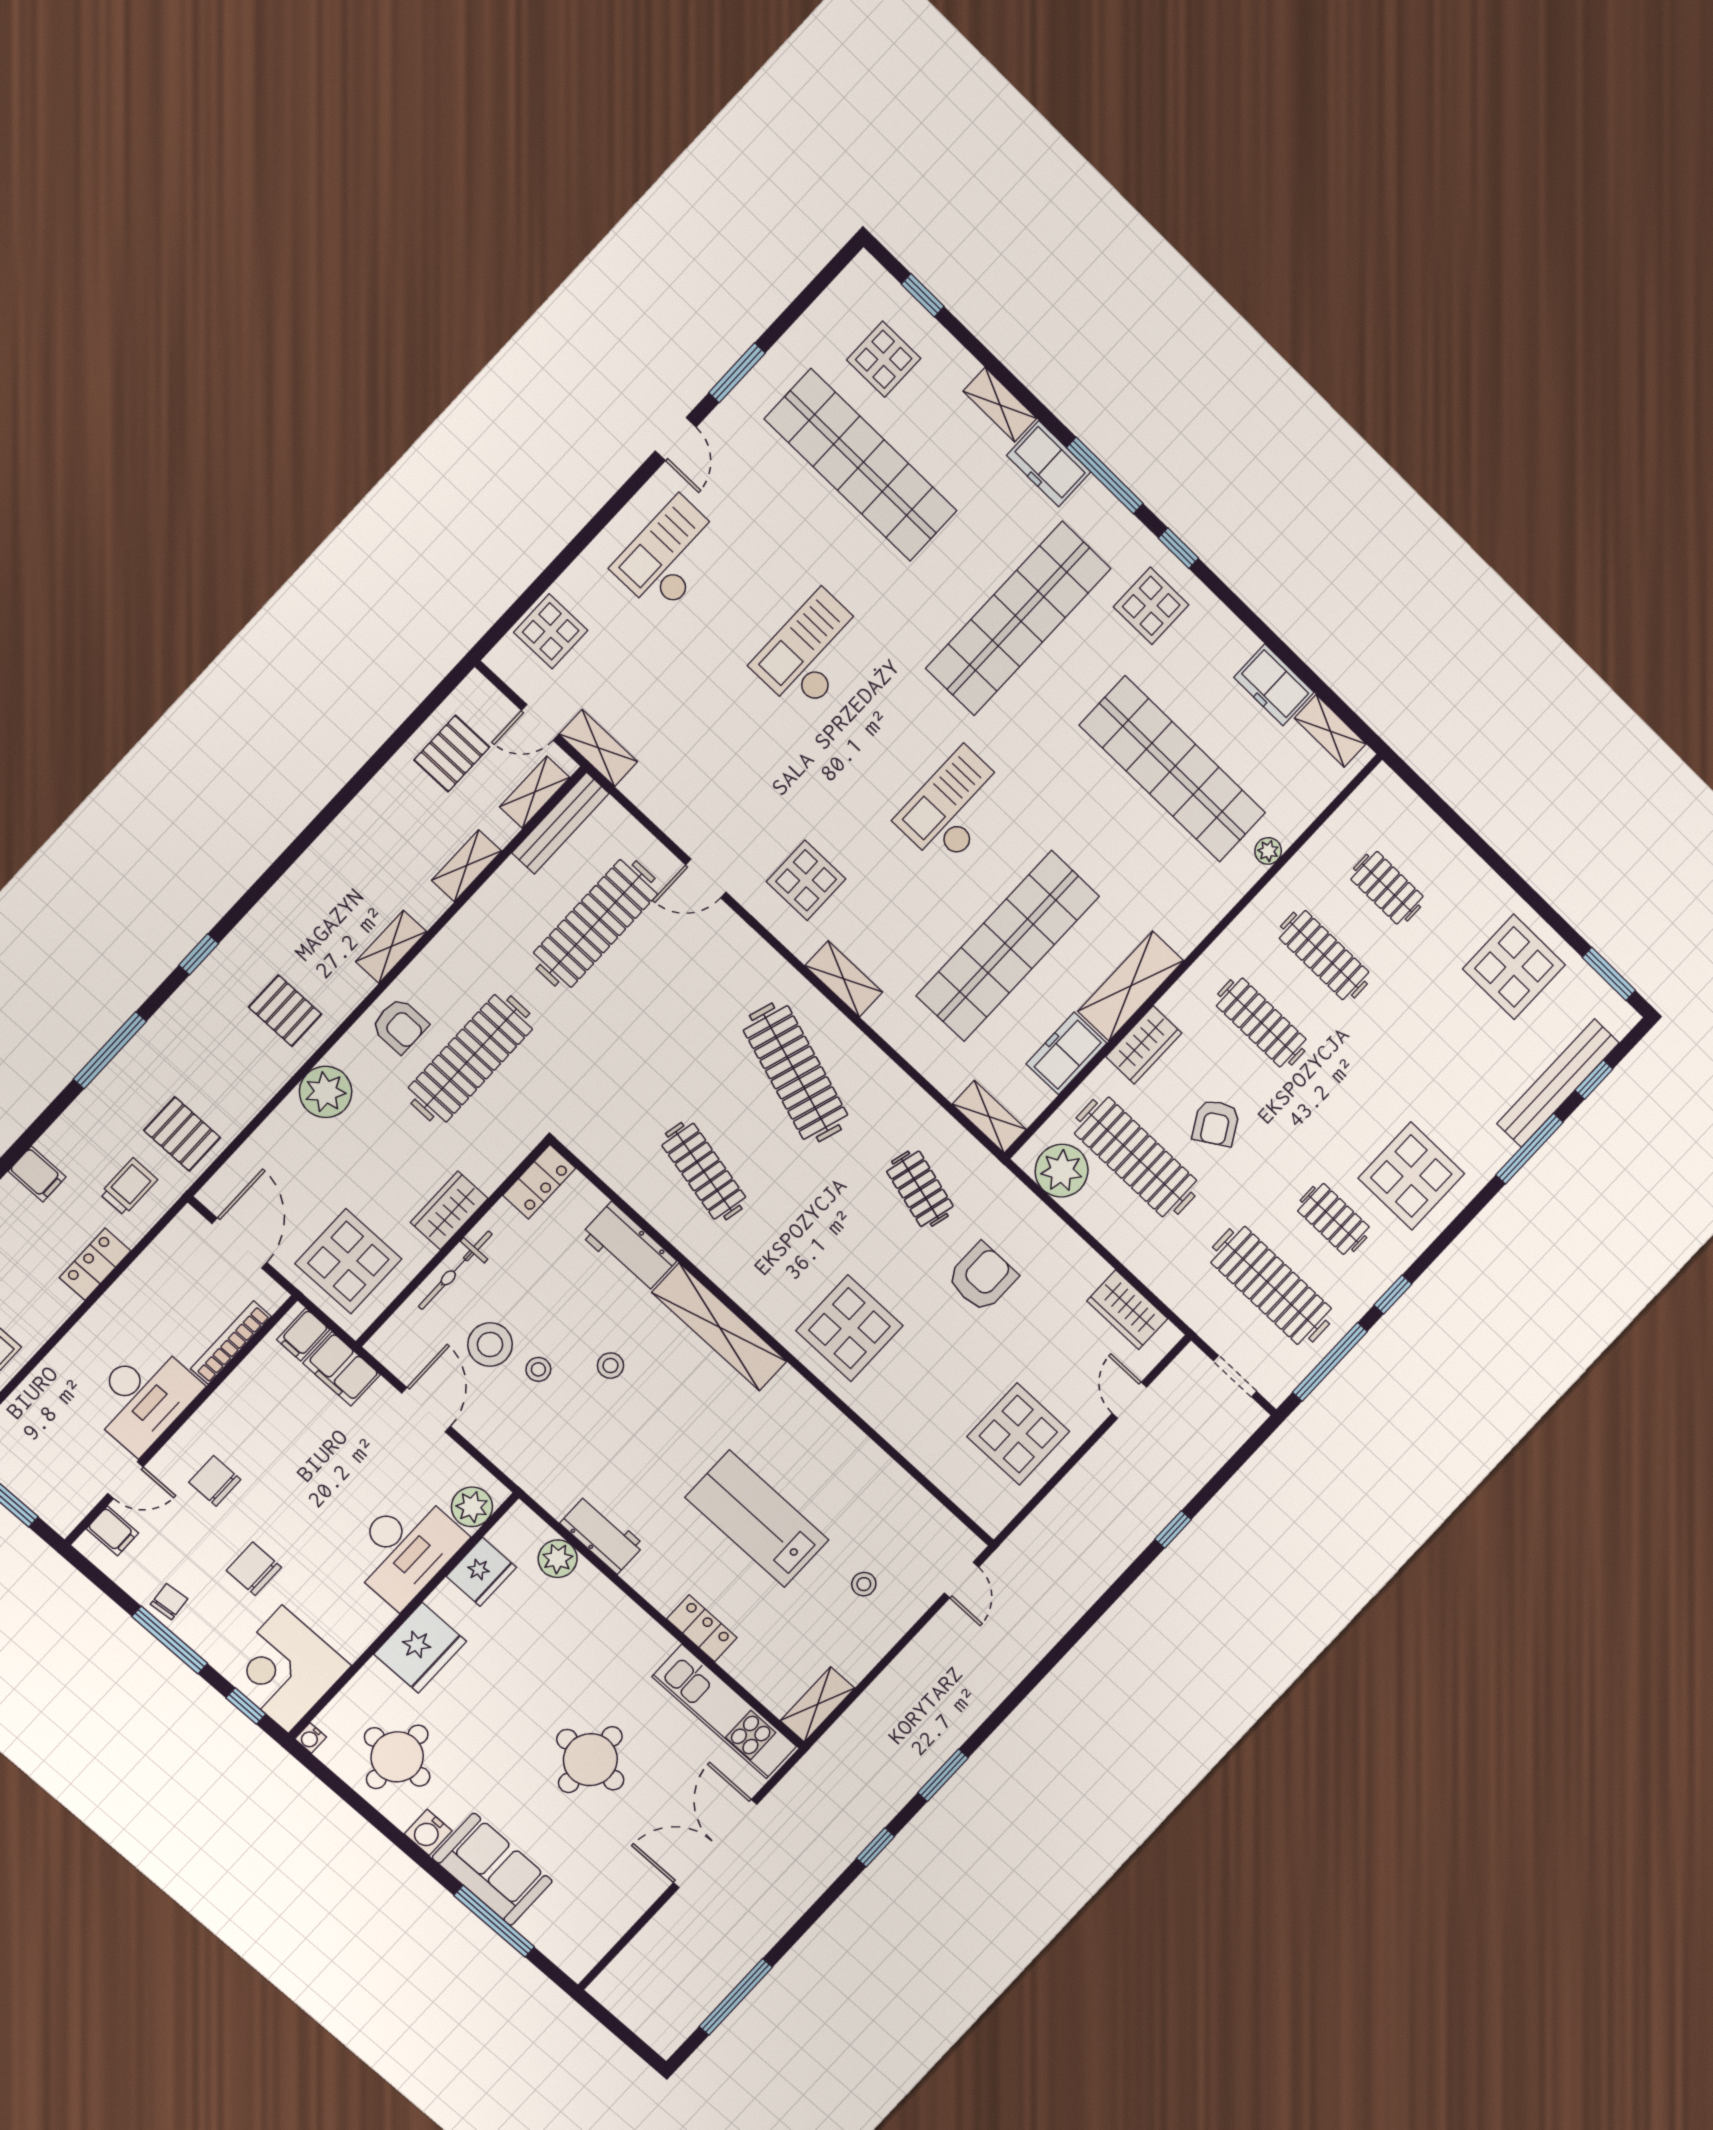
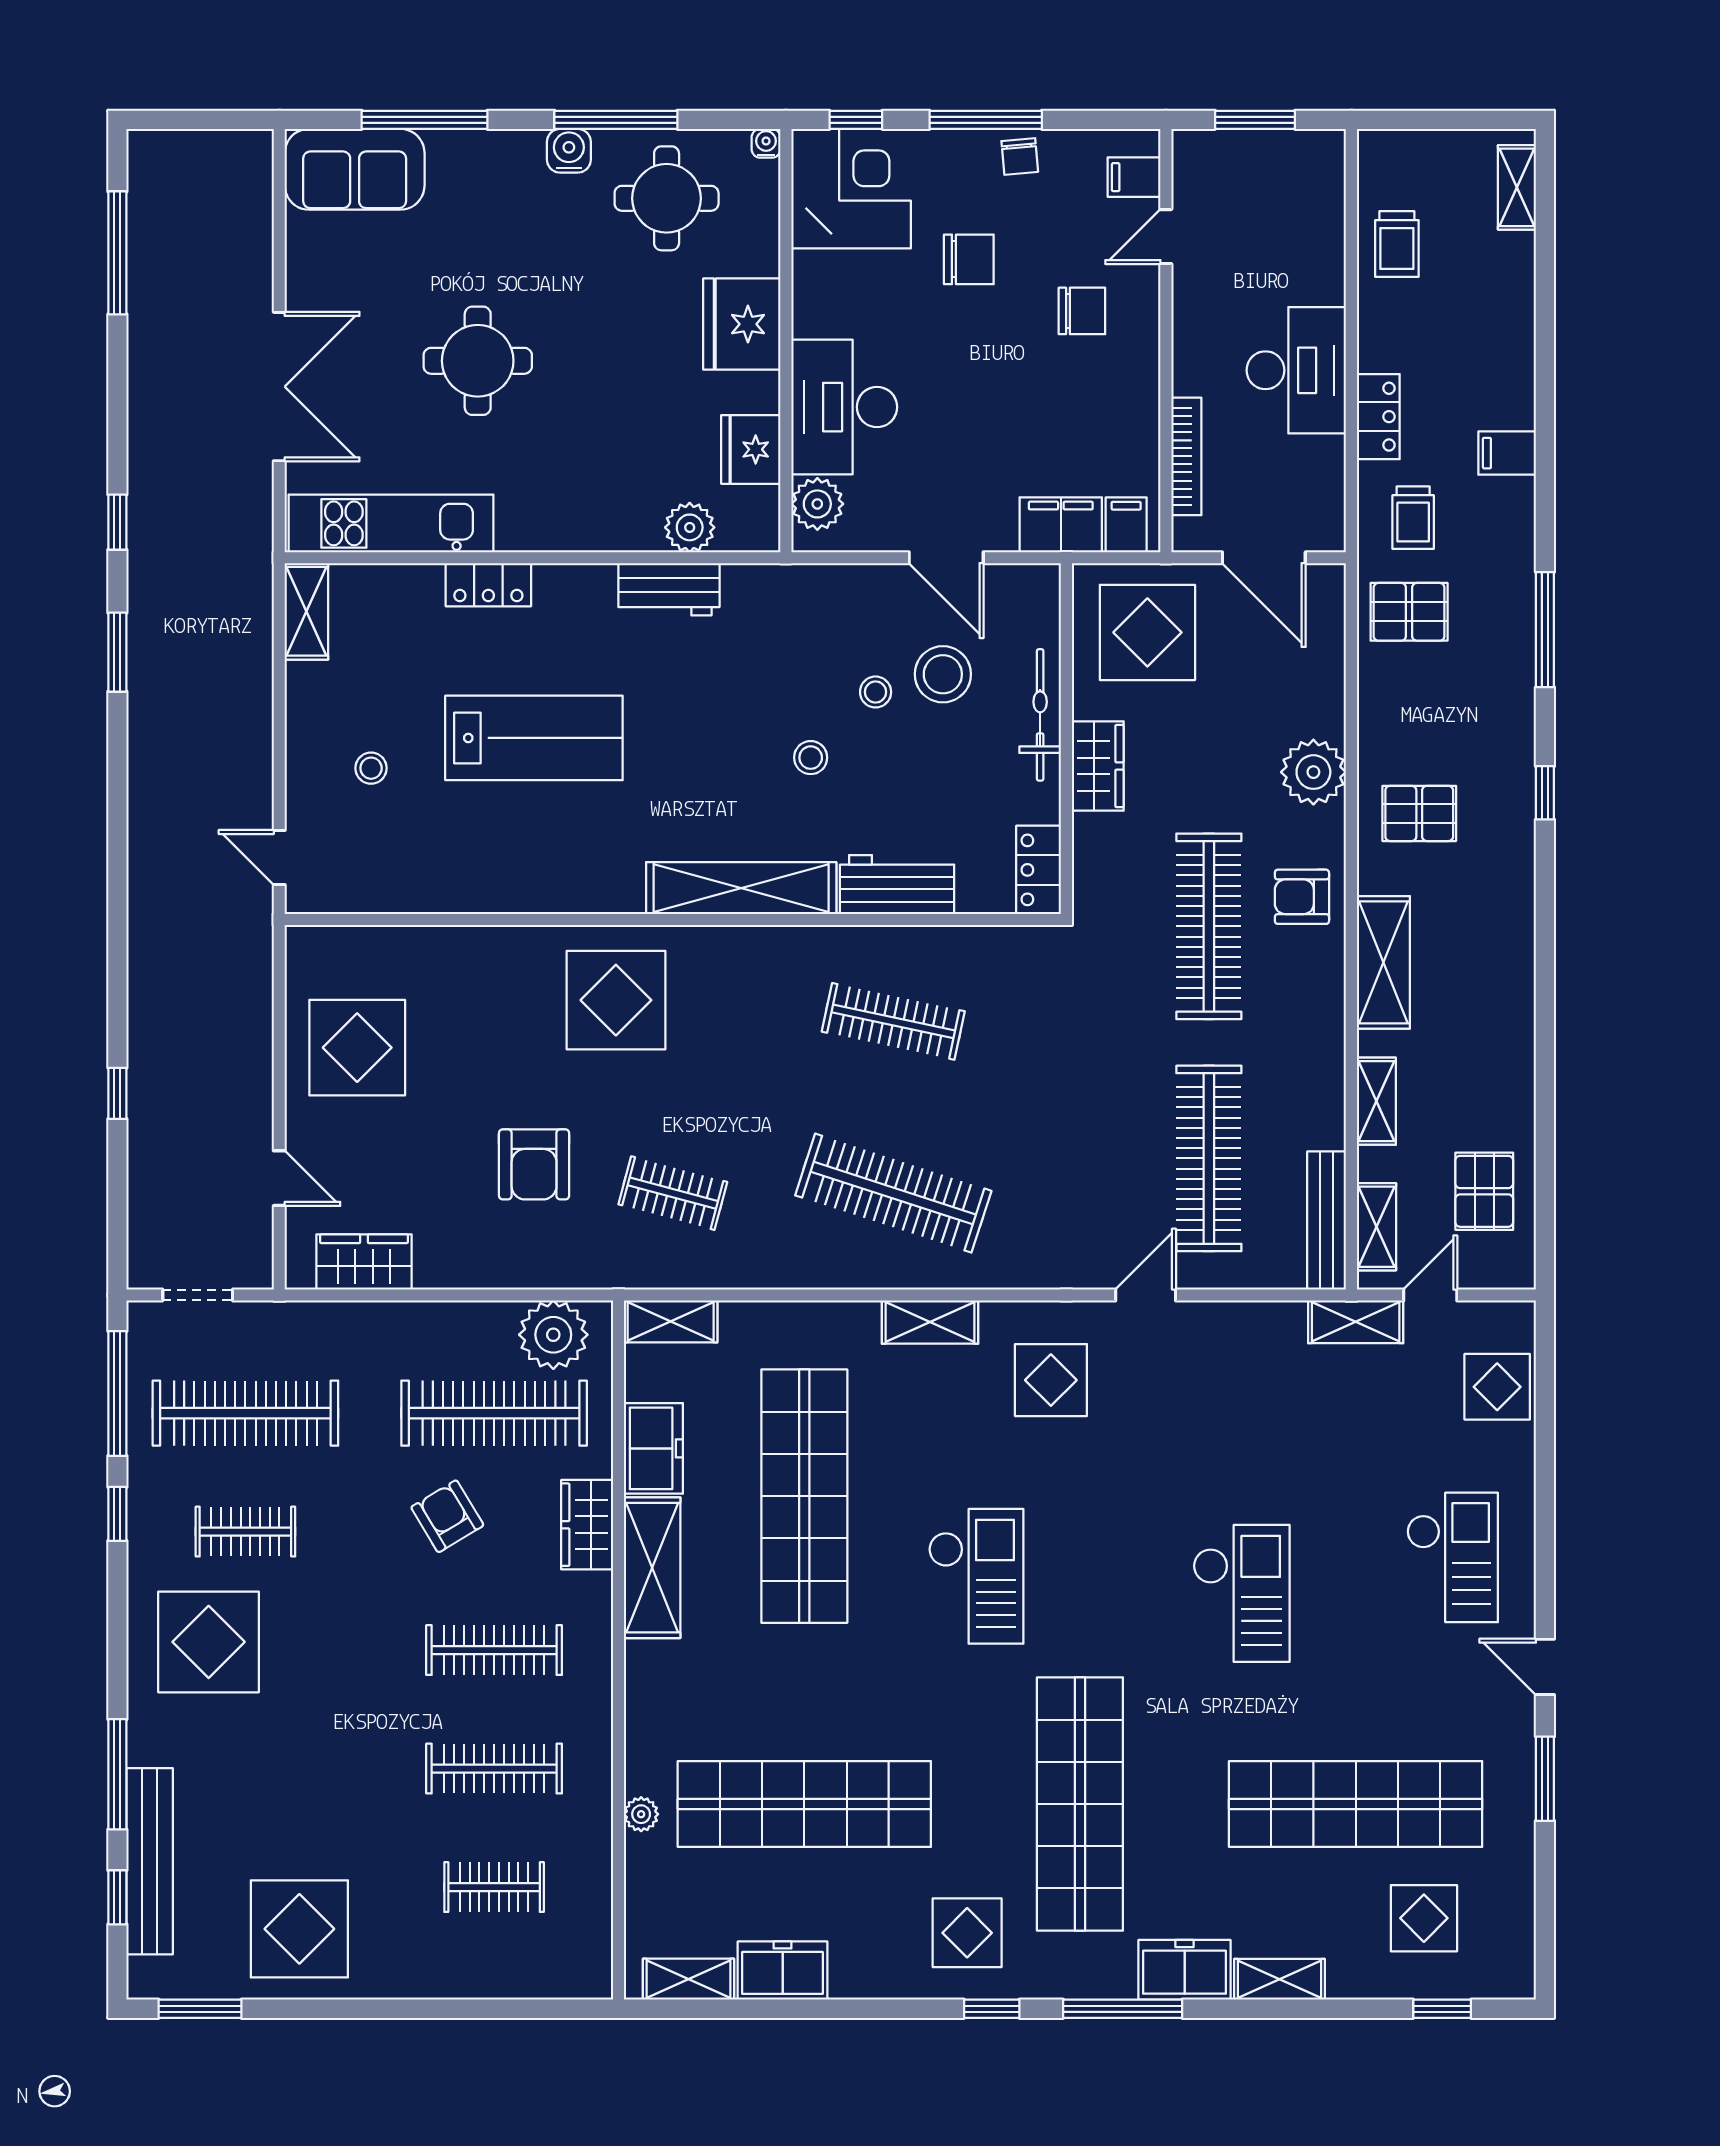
shelving: (391, 947) -> (1383, 962), width x1.50, depth x1.33
desk: (143, 1397) -> (1296, 370), moved, turned 180
window: (385, 1826) -> (616, 120), added
sofa: (492, 1869) -> (355, 169), moved

